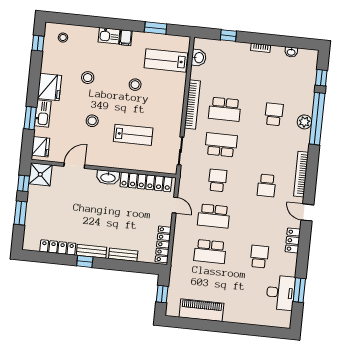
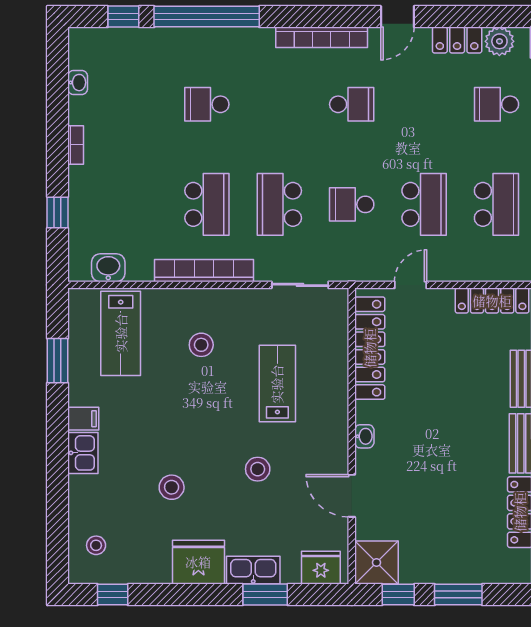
stool: (135, 85) -> (201, 345), moved
plant: (304, 122) -> (499, 41), moved
washbasin: (108, 177) -> (364, 436), width x0.52, depth x0.69

